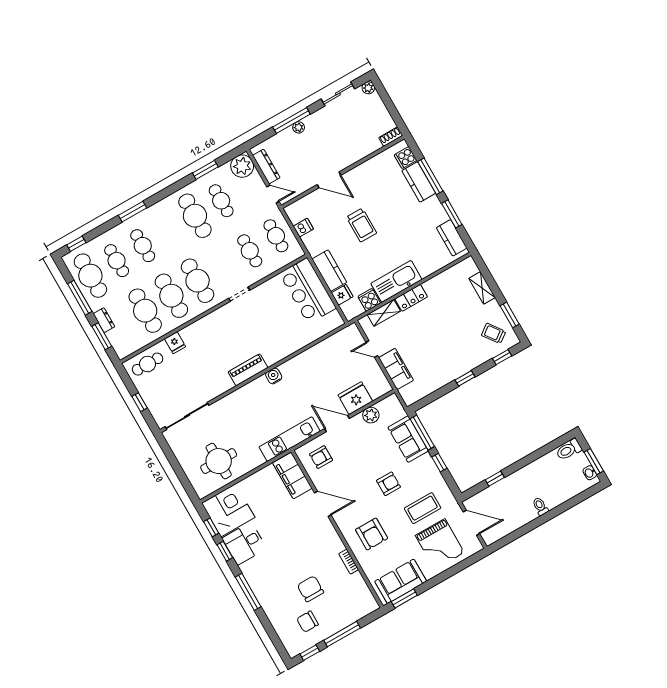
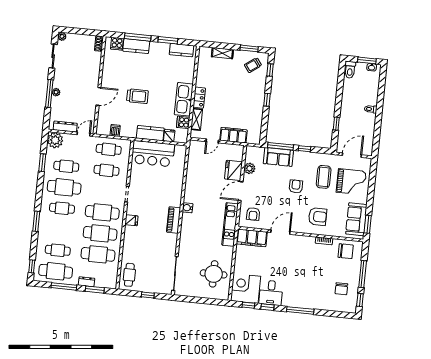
cafe table: (143, 246) -> (62, 208), moved
fridge: (175, 343) -> (131, 220), moved
chair: (310, 589) -> (346, 251), moved, turned 180

